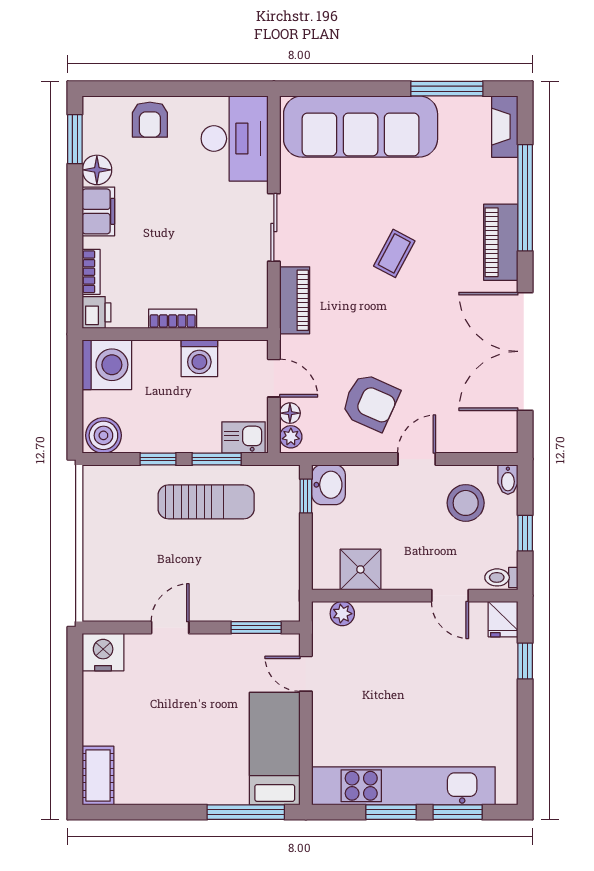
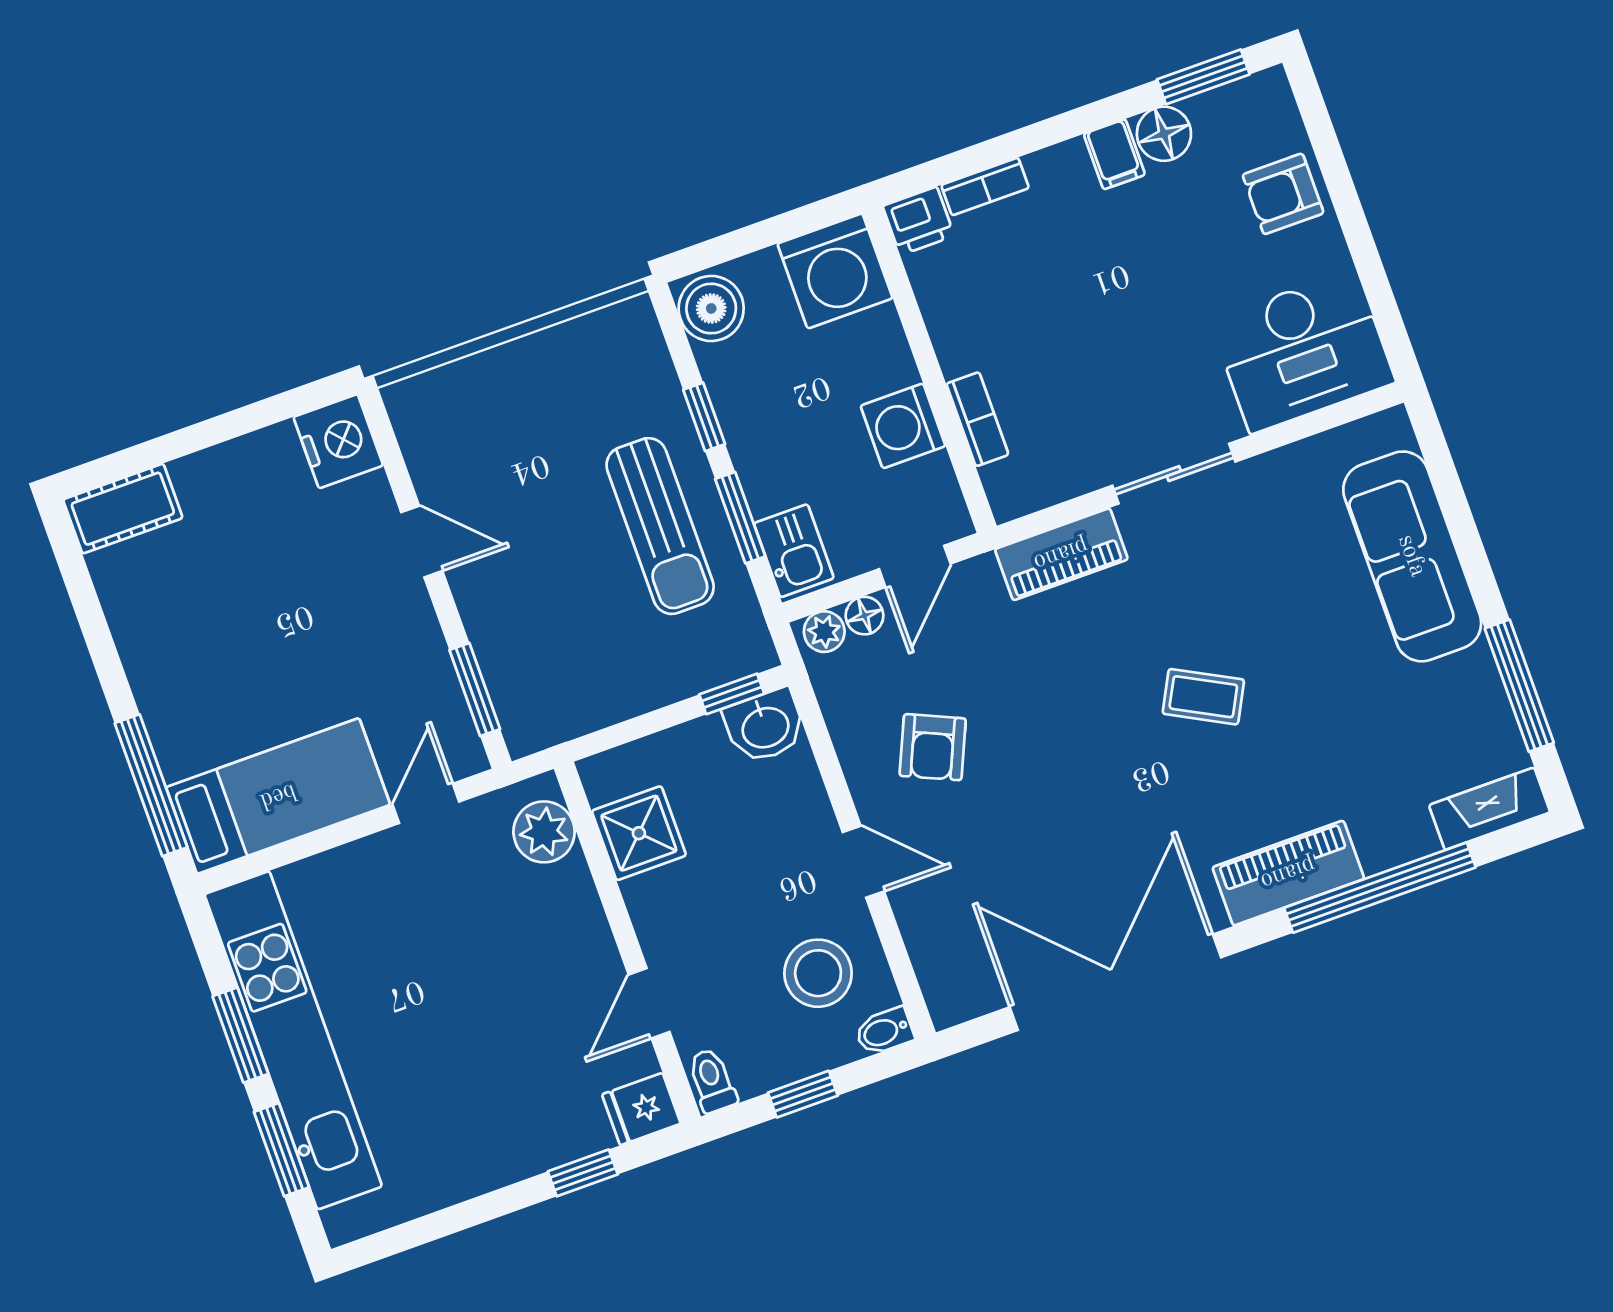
sofa: (361, 126) -> (1412, 556), width x0.74, depth x0.79
filing cabinet: (98, 211) -> (1114, 154), width x0.50
bookcase: (173, 319) -> (977, 419), moved
armchair: (370, 402) -> (933, 747), width x0.72, depth x0.72
plant: (342, 614) -> (544, 832), width x1.38, depth x1.38

